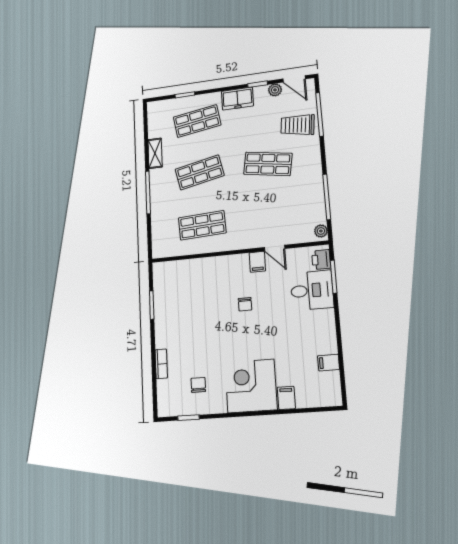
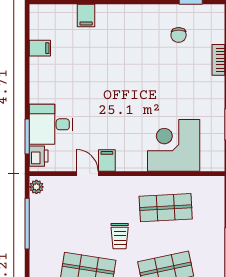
trolley: (242, 196) -> (120, 236), added
chair: (245, 304) -> (123, 116), removed
corner desk: (251, 386) -> (174, 145), moved, turned 180

